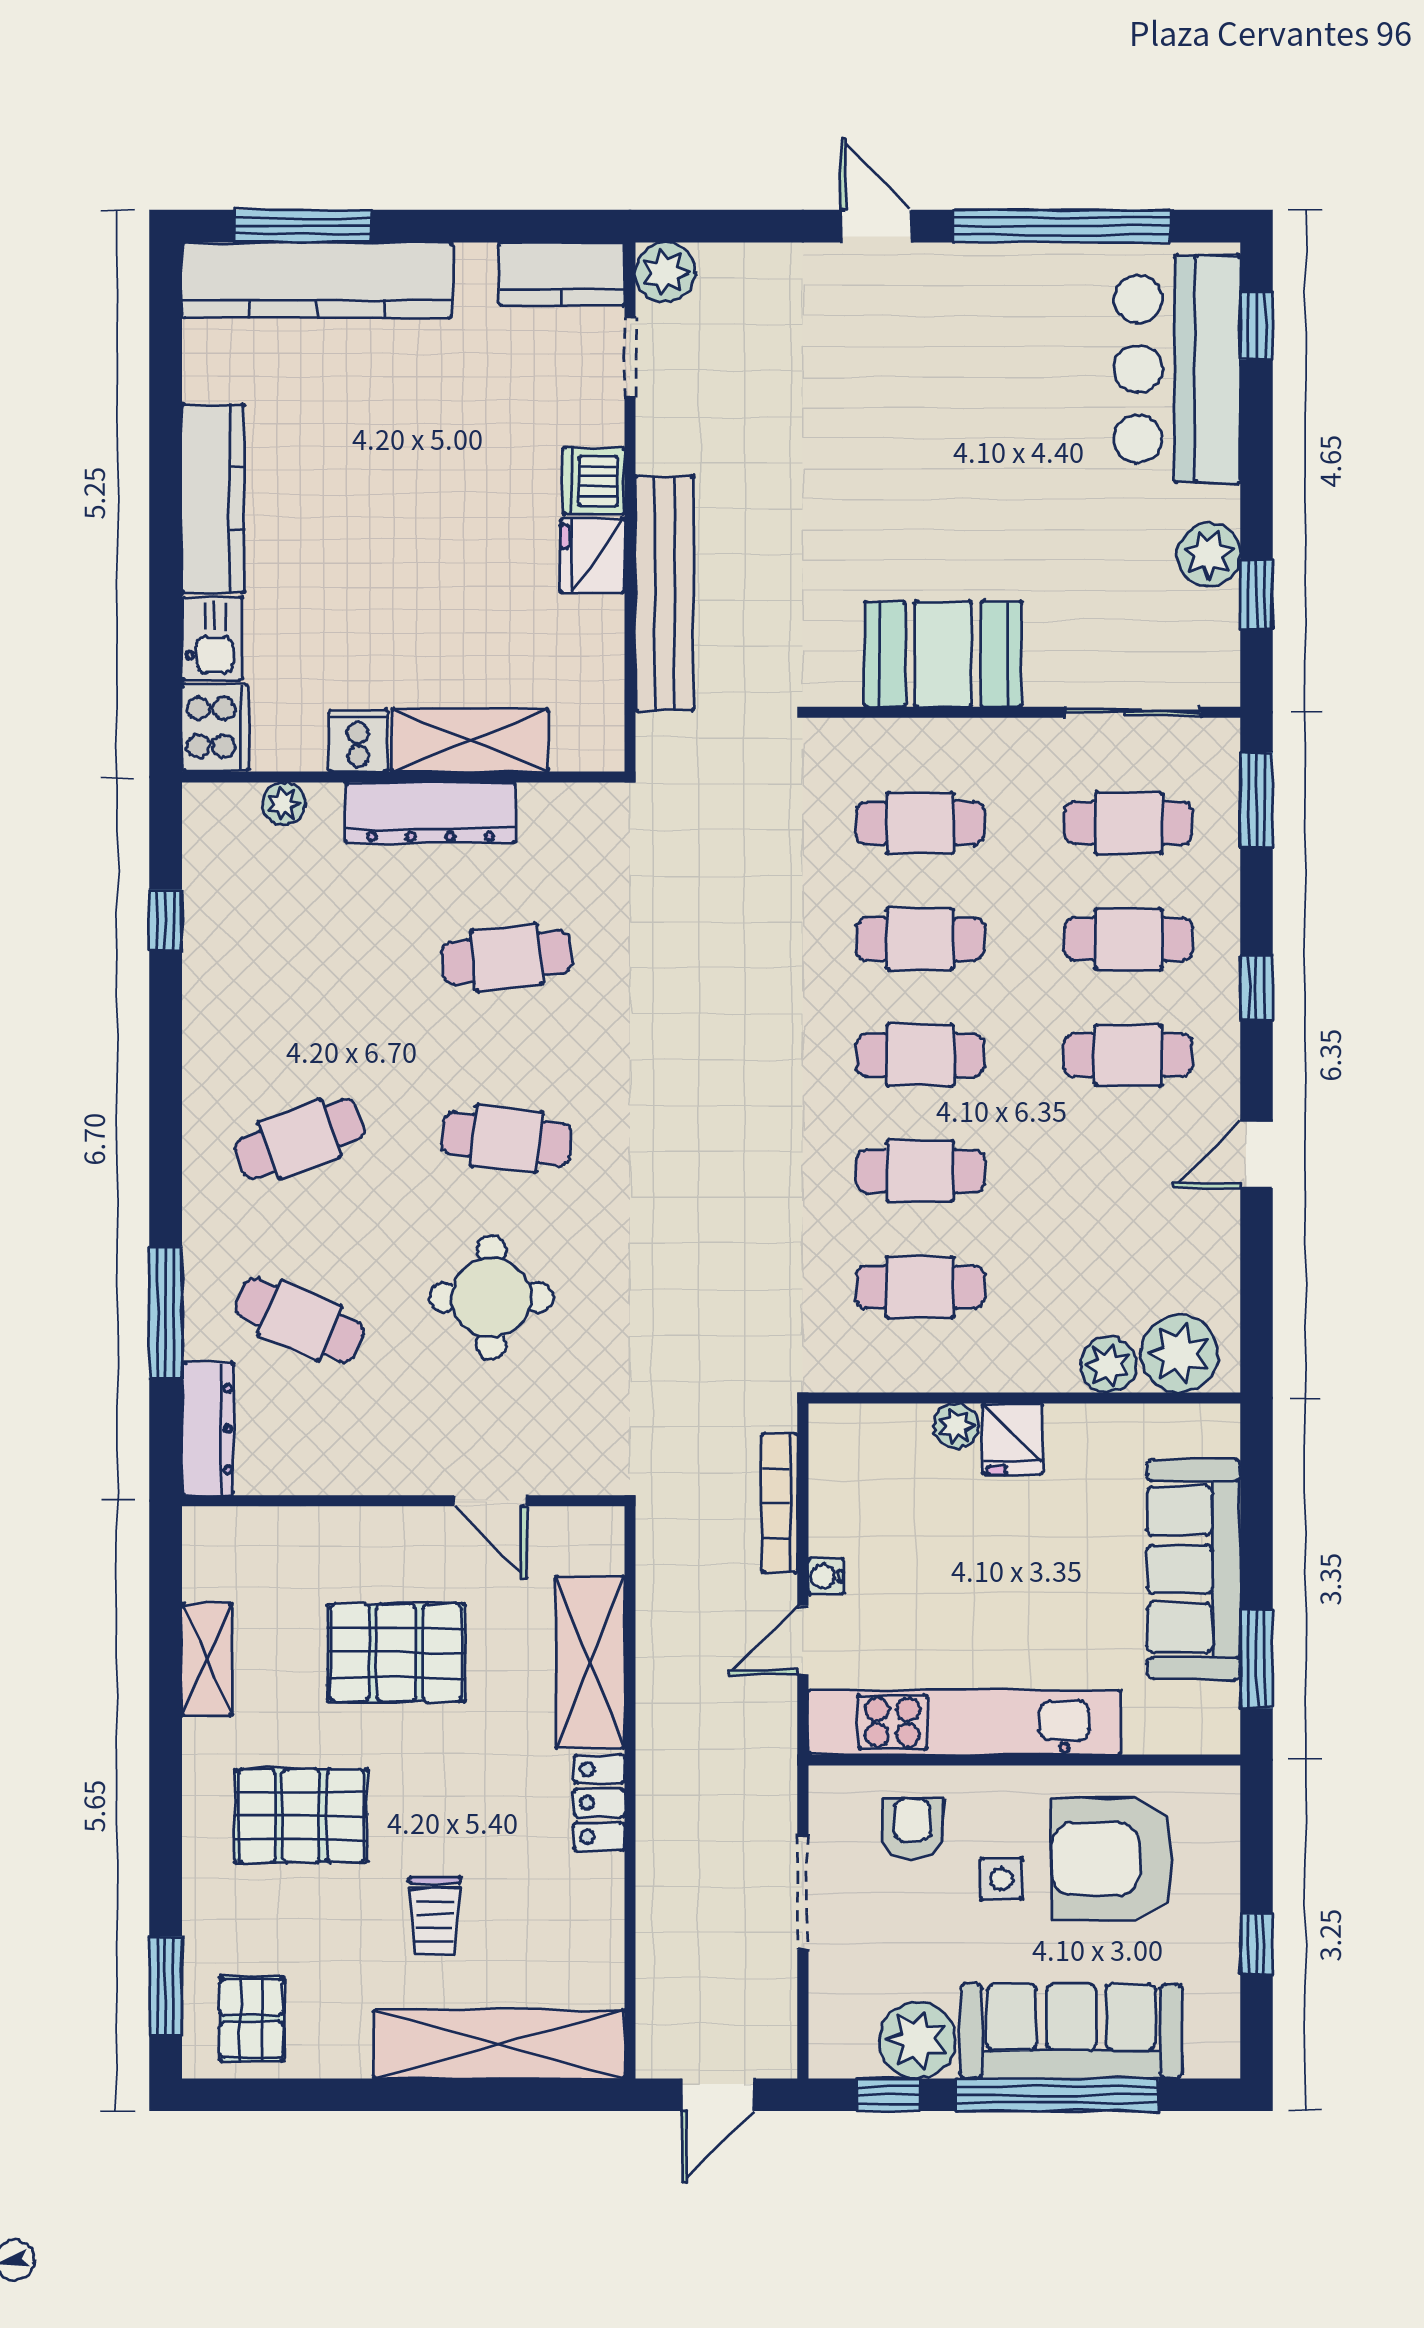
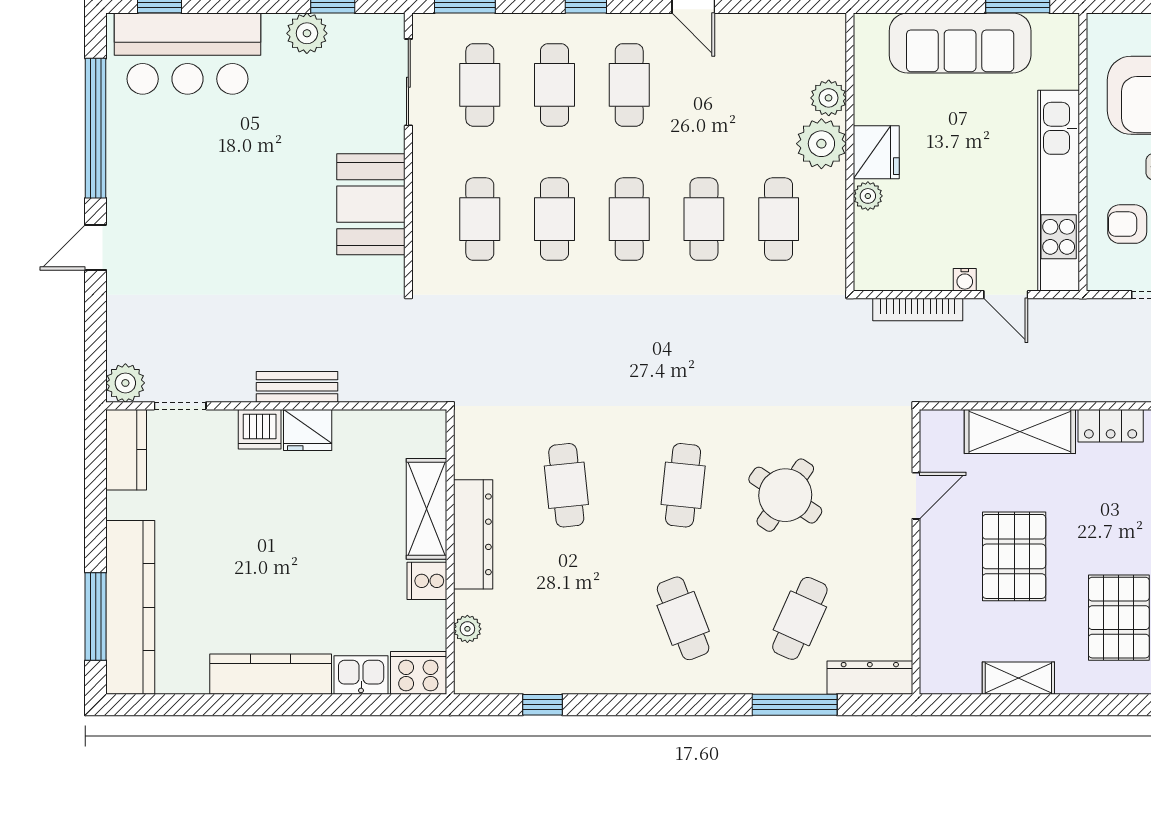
bench: (665, 593) -> (297, 387), width x0.54, depth x0.82
round table: (491, 1298) -> (785, 495), turned 34
plant: (1179, 1354) -> (821, 144), moved
fridge: (1013, 1439) -> (876, 152), width x1.38

